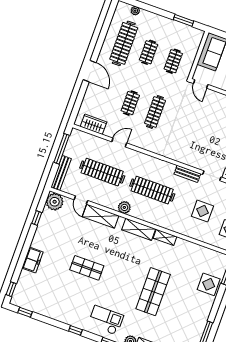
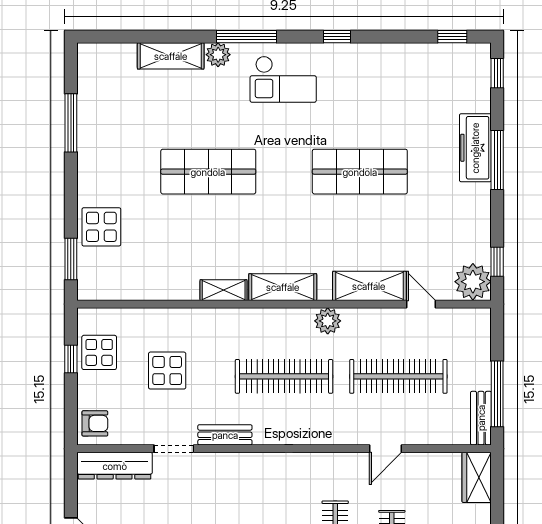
wardrobe: (94, 124) -> (477, 477), moved, turned 90
bench: (61, 173) -> (481, 418), moved, width x0.73
window: (37, 218) -> (497, 262), moved
window: (25, 251) -> (497, 160), added
freezer: (32, 260) -> (475, 148), width x1.40
shop shelf: (87, 268) -> (360, 172), width x1.43, depth x1.36
shop shelf: (153, 292) -> (208, 172), turned 90

